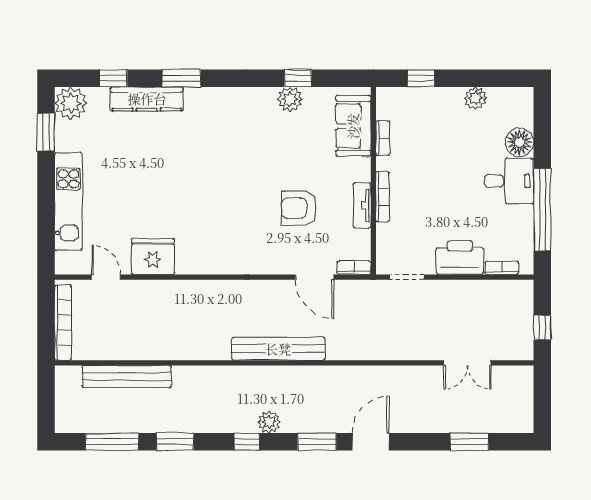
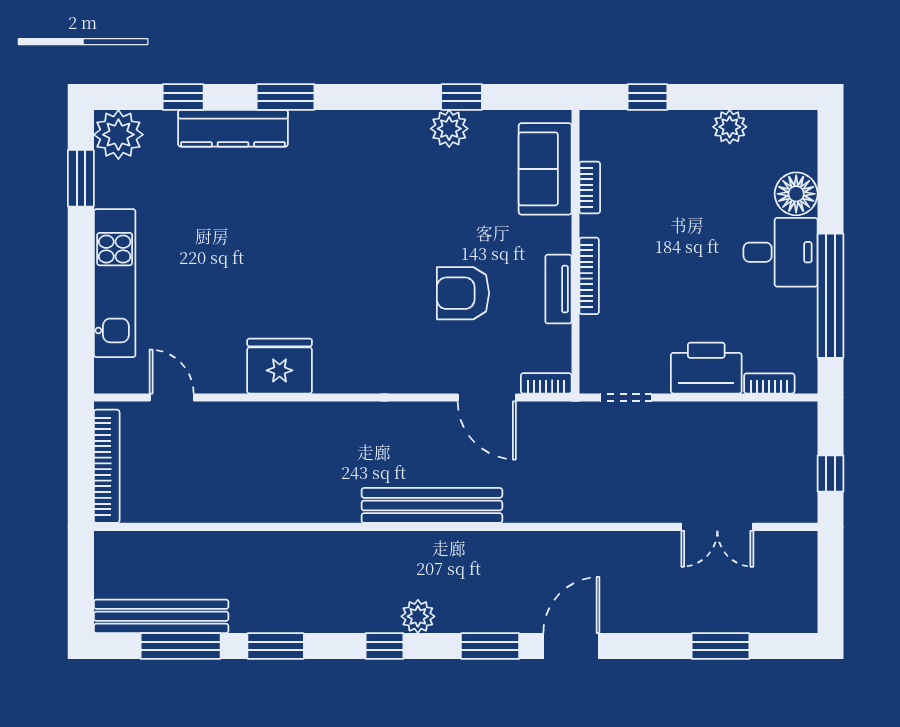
fridge: (153, 256) -> (280, 366), moved
bench: (127, 377) -> (161, 616), moved

